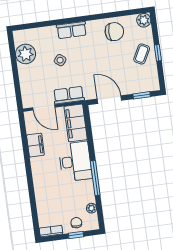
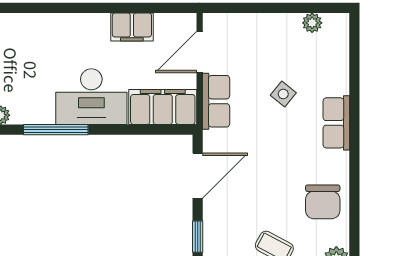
plant: (26, 54) -> (312, 23), width x0.53, depth x0.53

